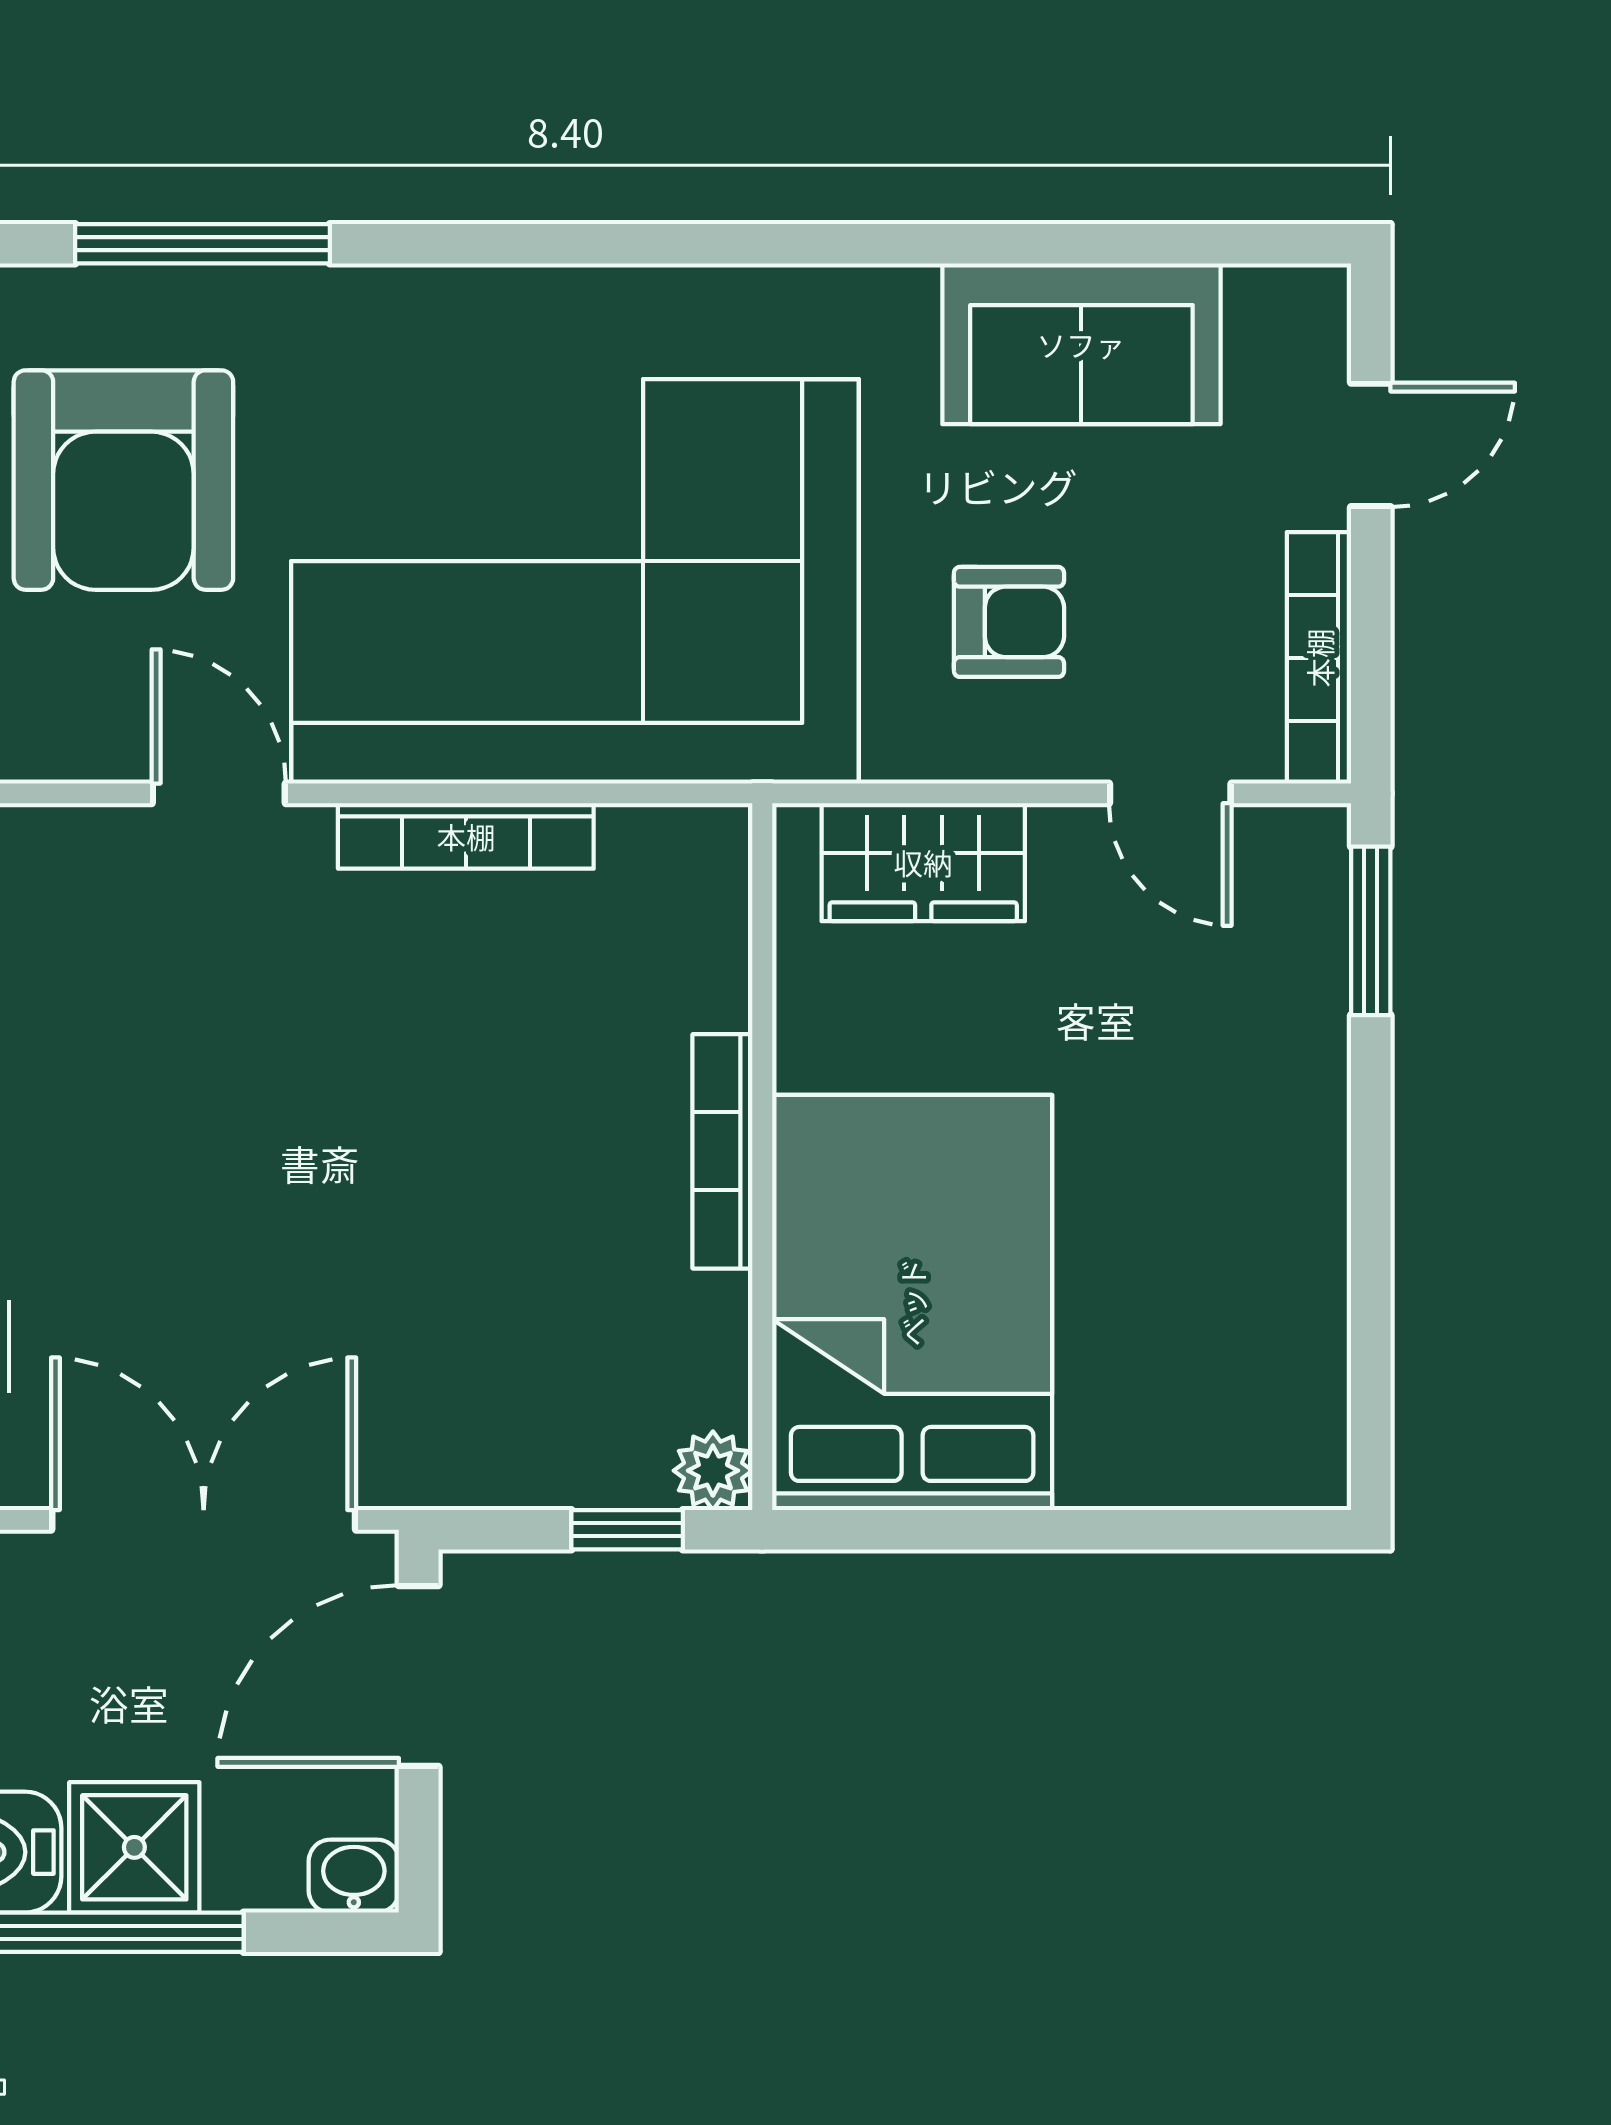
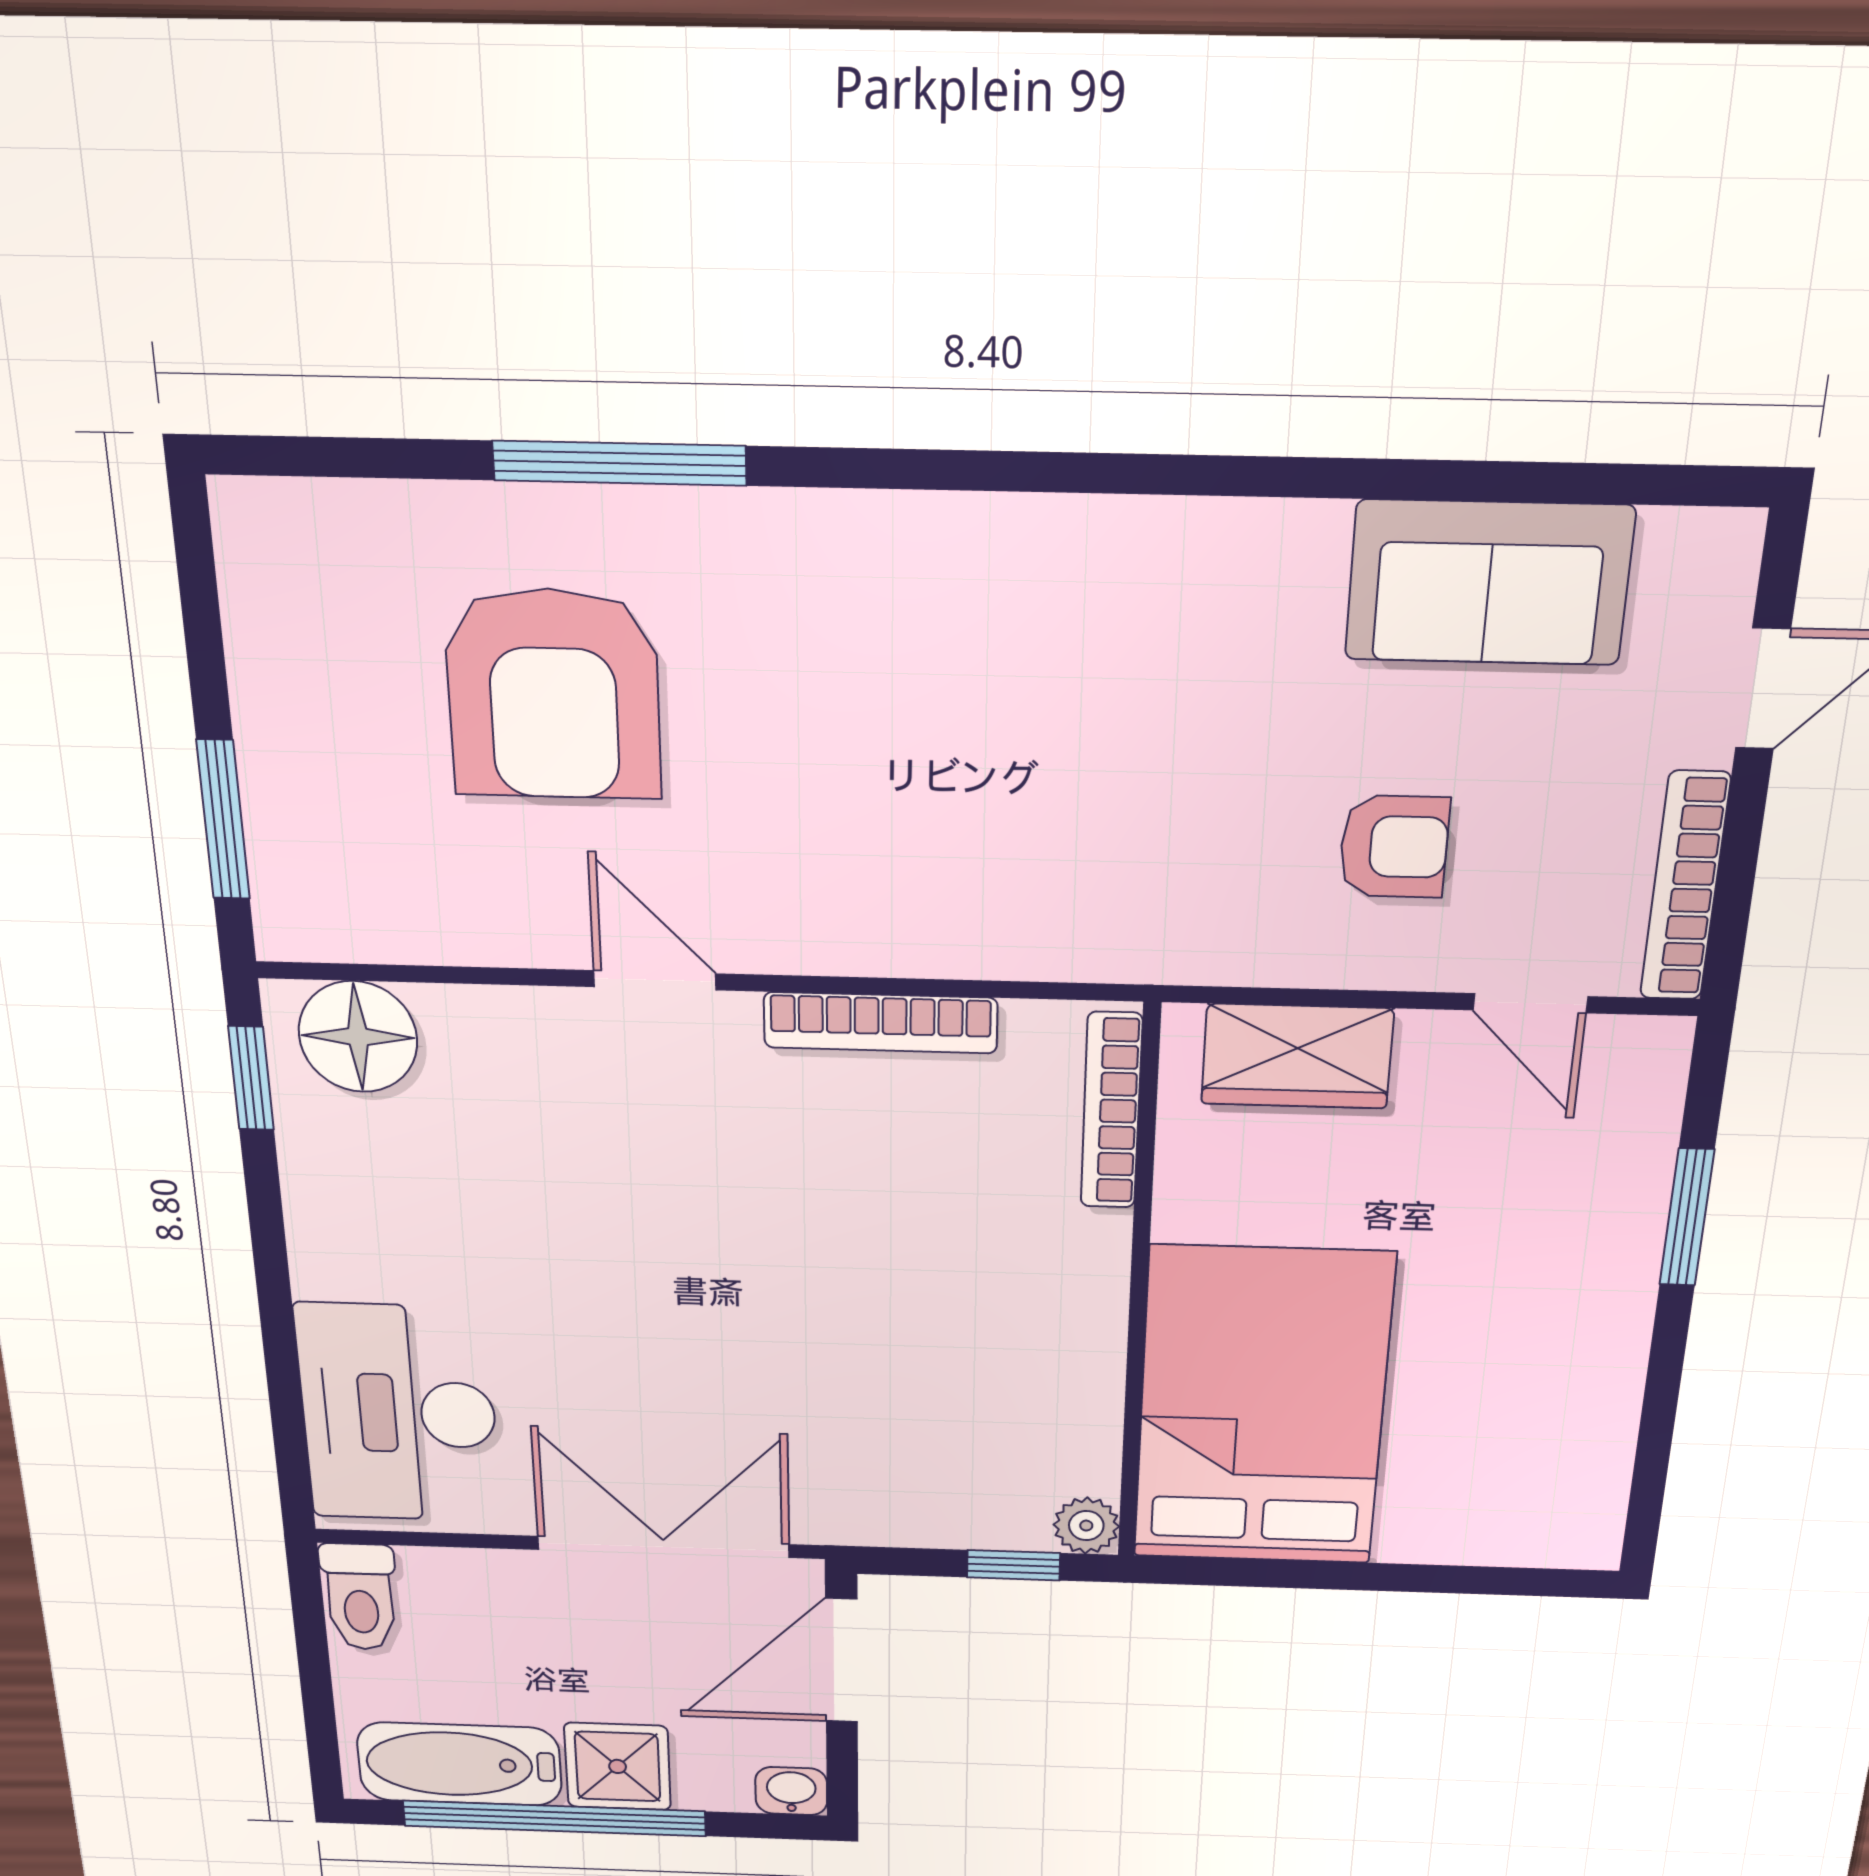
corner sofa: (575, 581) -> (984, 799), removed
window: (1371, 931) -> (1687, 1217), moved
bookcase: (722, 1151) -> (1111, 1111), moved

